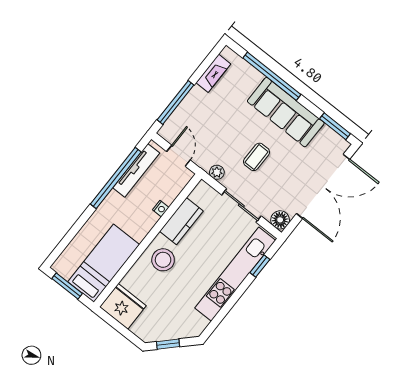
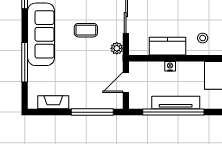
window: (272, 76) -> (25, 62), width x0.68
tv unit: (136, 170) -> (176, 102), moved
stool: (163, 260) -> (203, 38), width x0.53, depth x0.53

